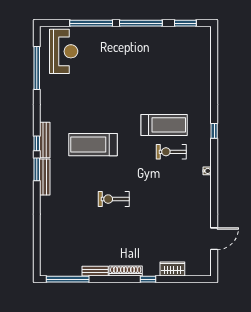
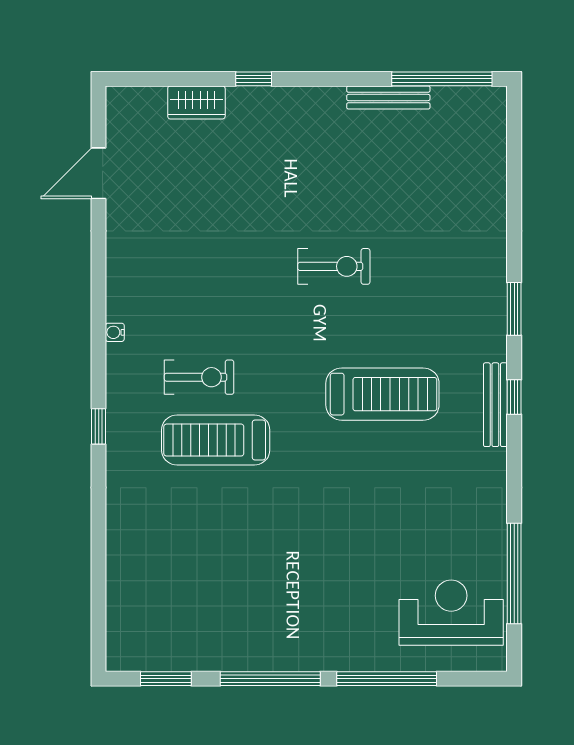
reception desk: (64, 51) -> (451, 613), turned 90
window: (37, 169) -> (514, 309), moved
bench: (45, 177) -> (495, 318), removed
bench: (95, 271) -> (388, 98), width x1.36
shoe rack: (126, 271) -> (306, 98), removed

